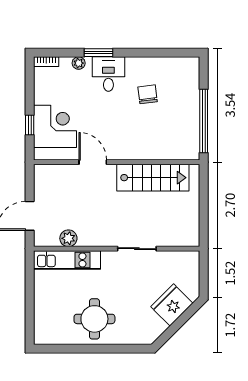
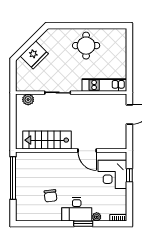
desk: (108, 74) -> (77, 209), width x1.37
plant: (68, 238) -> (28, 100), moved

